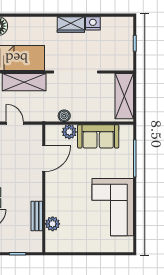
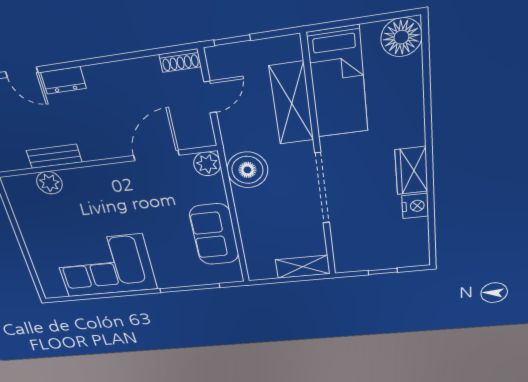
shelving: (124, 96) -> (303, 267), width x0.67, depth x0.75
boiler: (64, 116) -> (247, 170), width x1.86, depth x1.86
plant: (69, 132) -> (207, 164), moved
door: (44, 159) -> (156, 155), swing flipped

